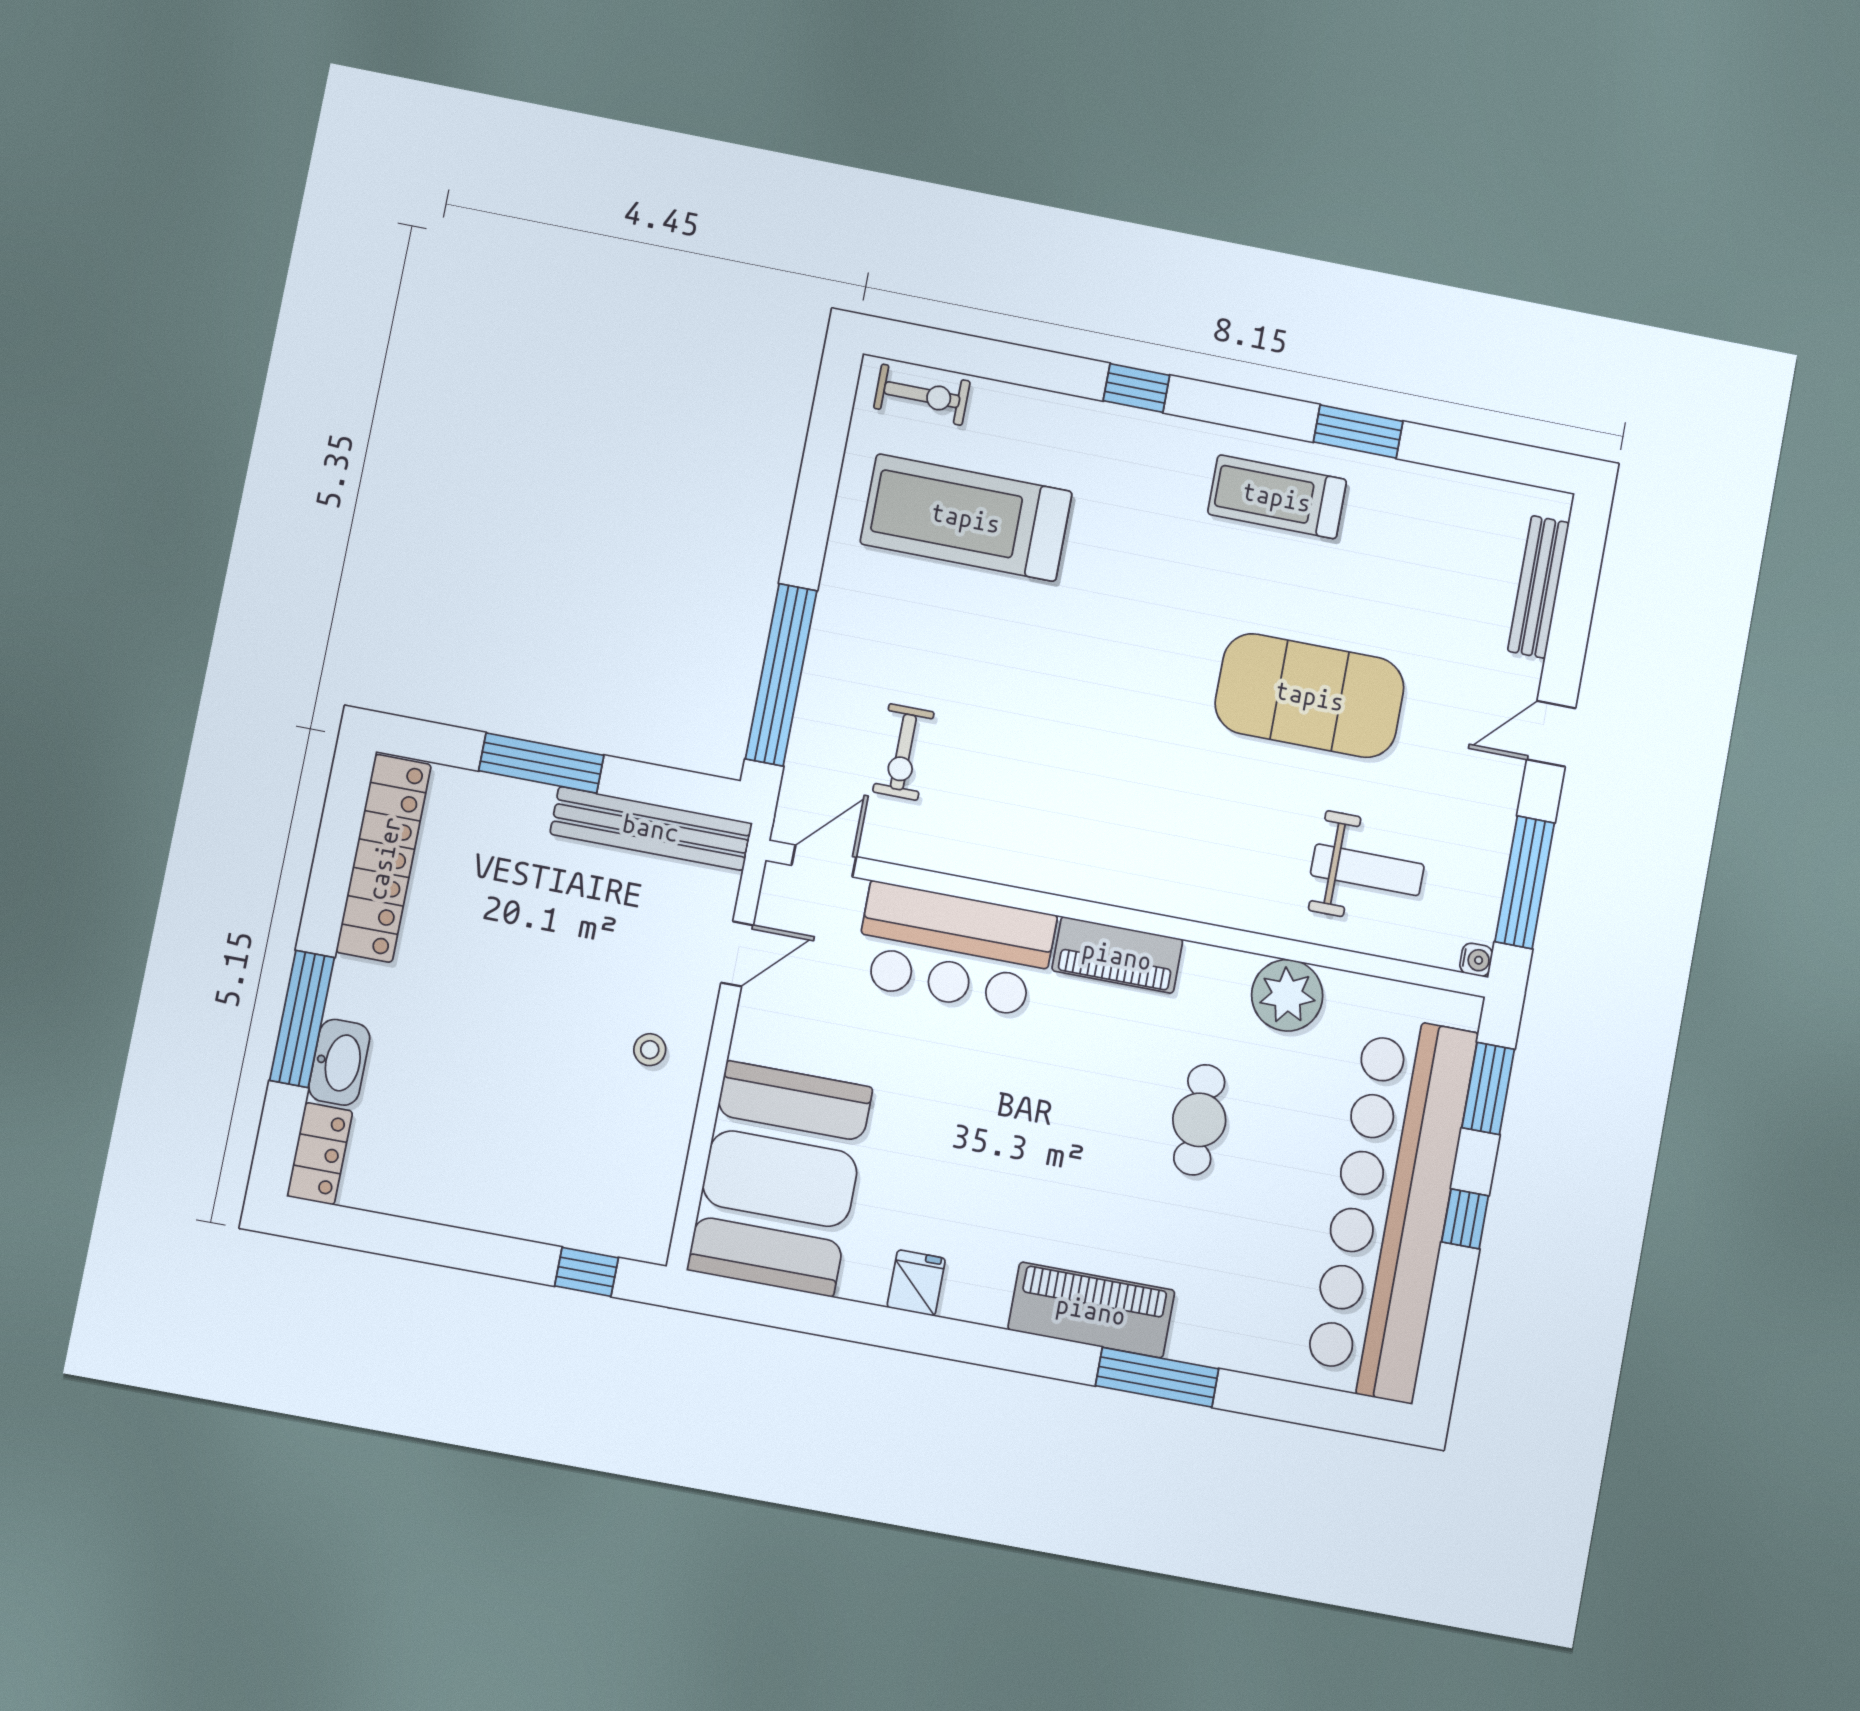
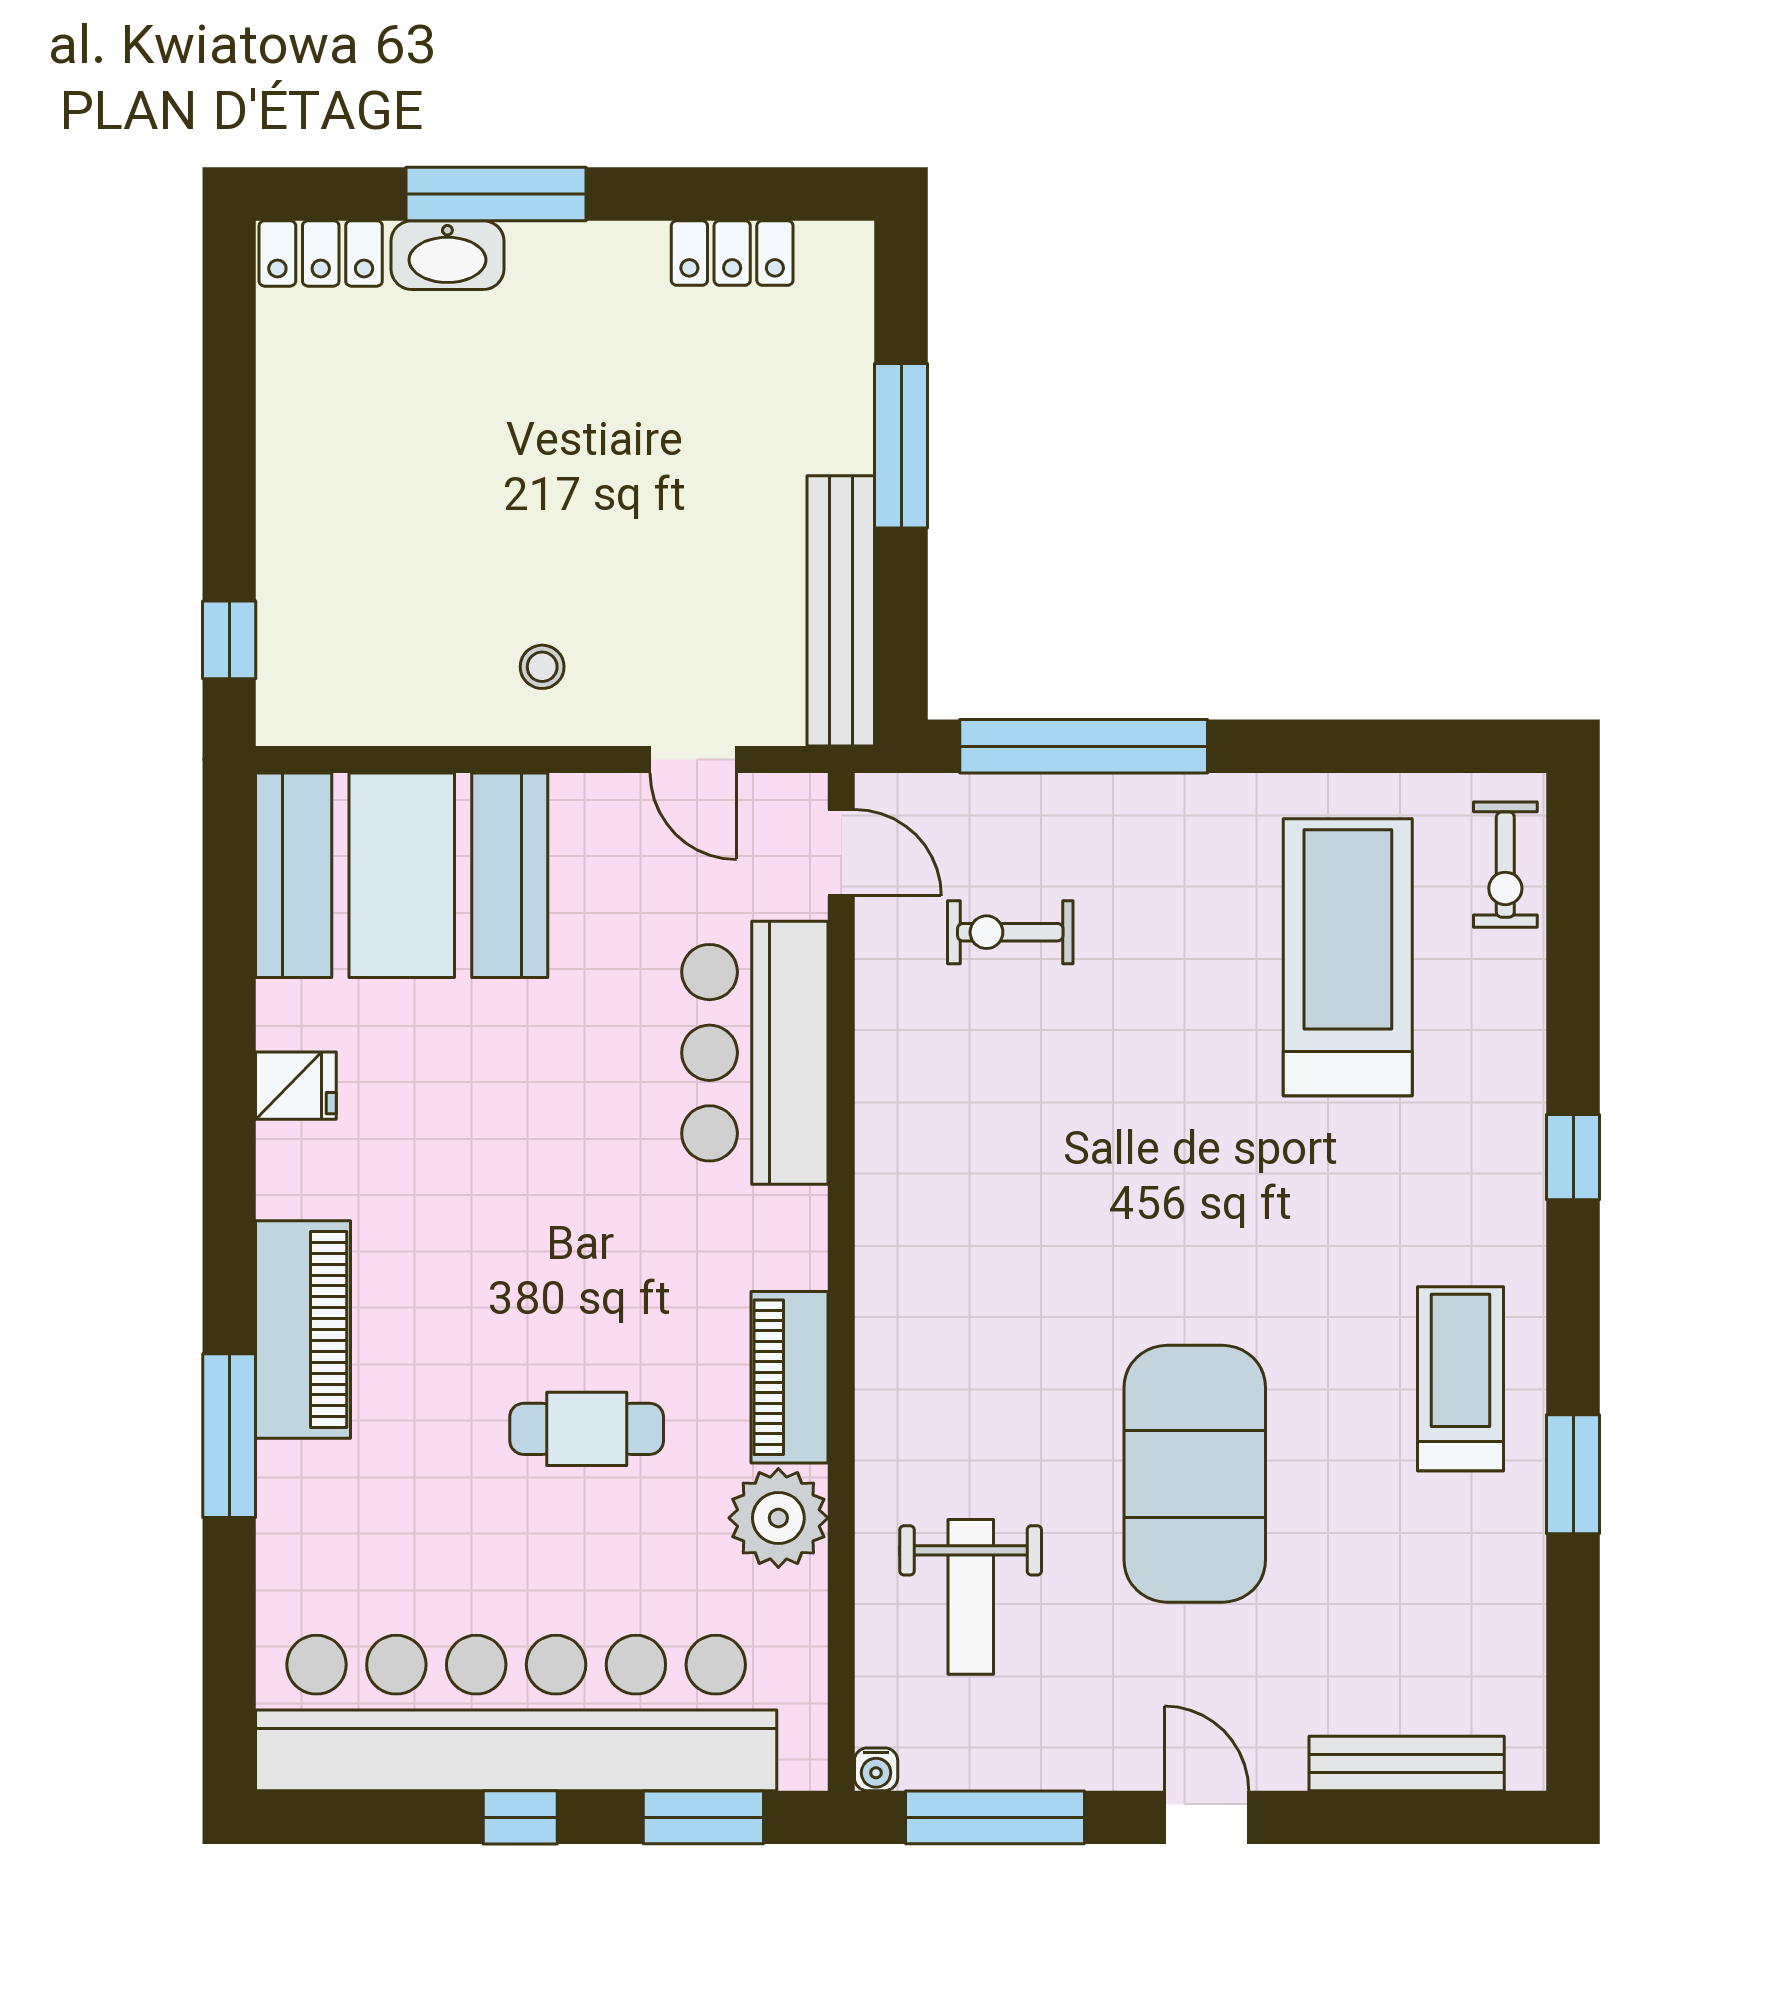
locker: (384, 858) -> (732, 253), width x0.46, depth x0.83
piano: (1117, 955) -> (789, 1377), moved

